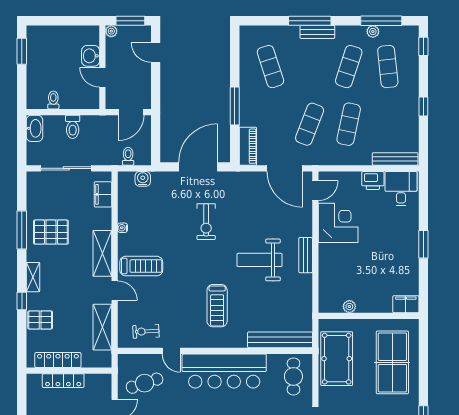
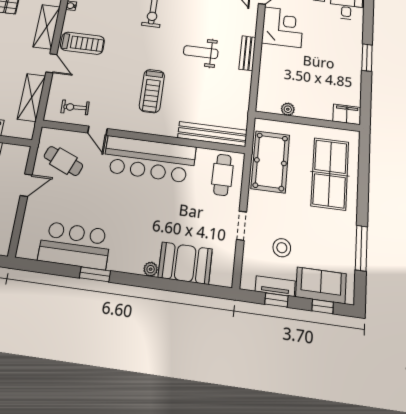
weight bench: (259, 260) -> (201, 52), width x0.73, depth x0.75
cafe table: (145, 383) -> (63, 161), turned 40

